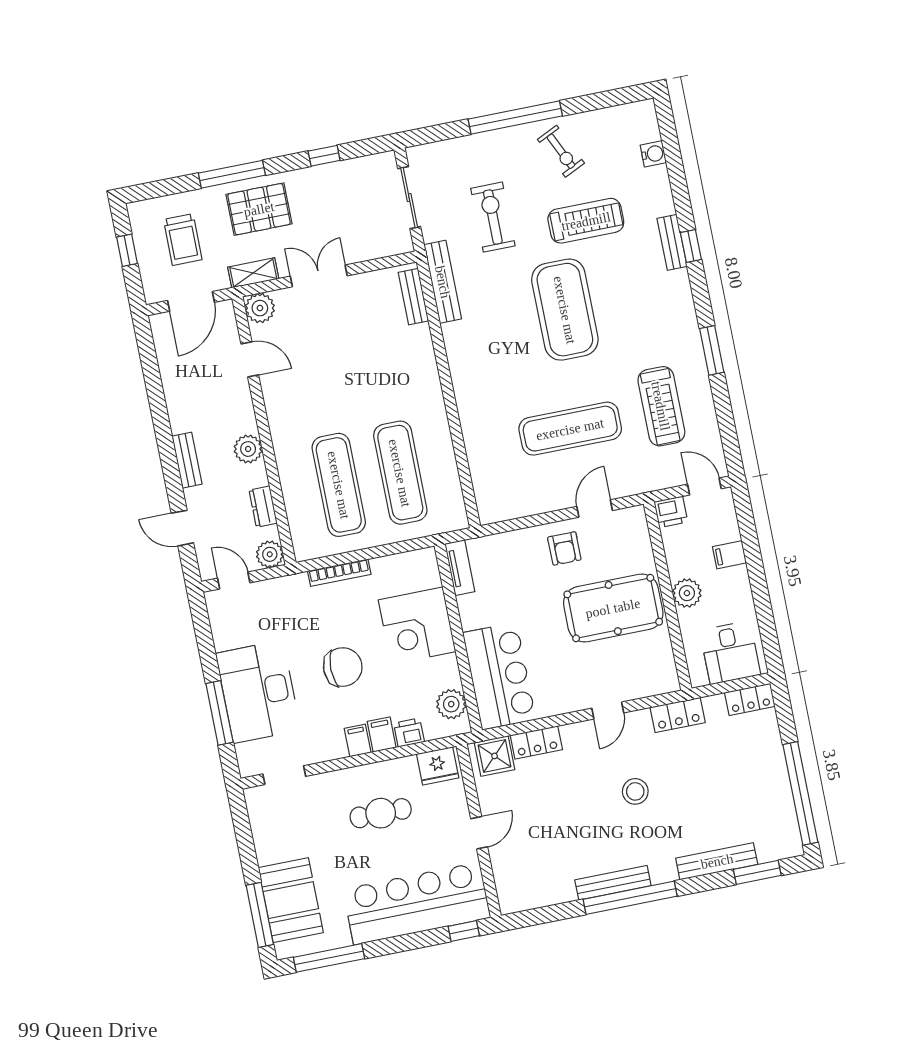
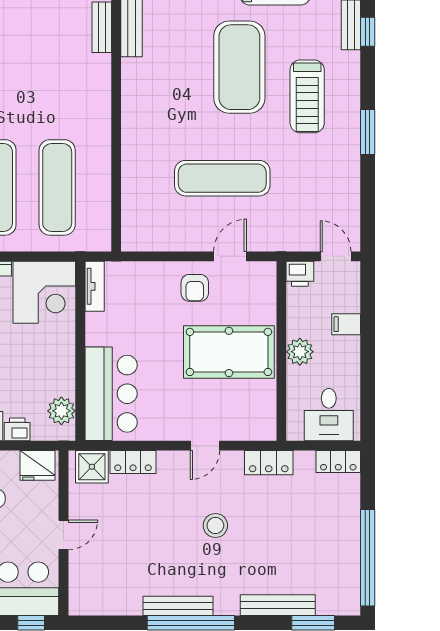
treadmill: (661, 406) -> (307, 96), moved
corner desk: (417, 626) -> (44, 292), moved, turned -90

